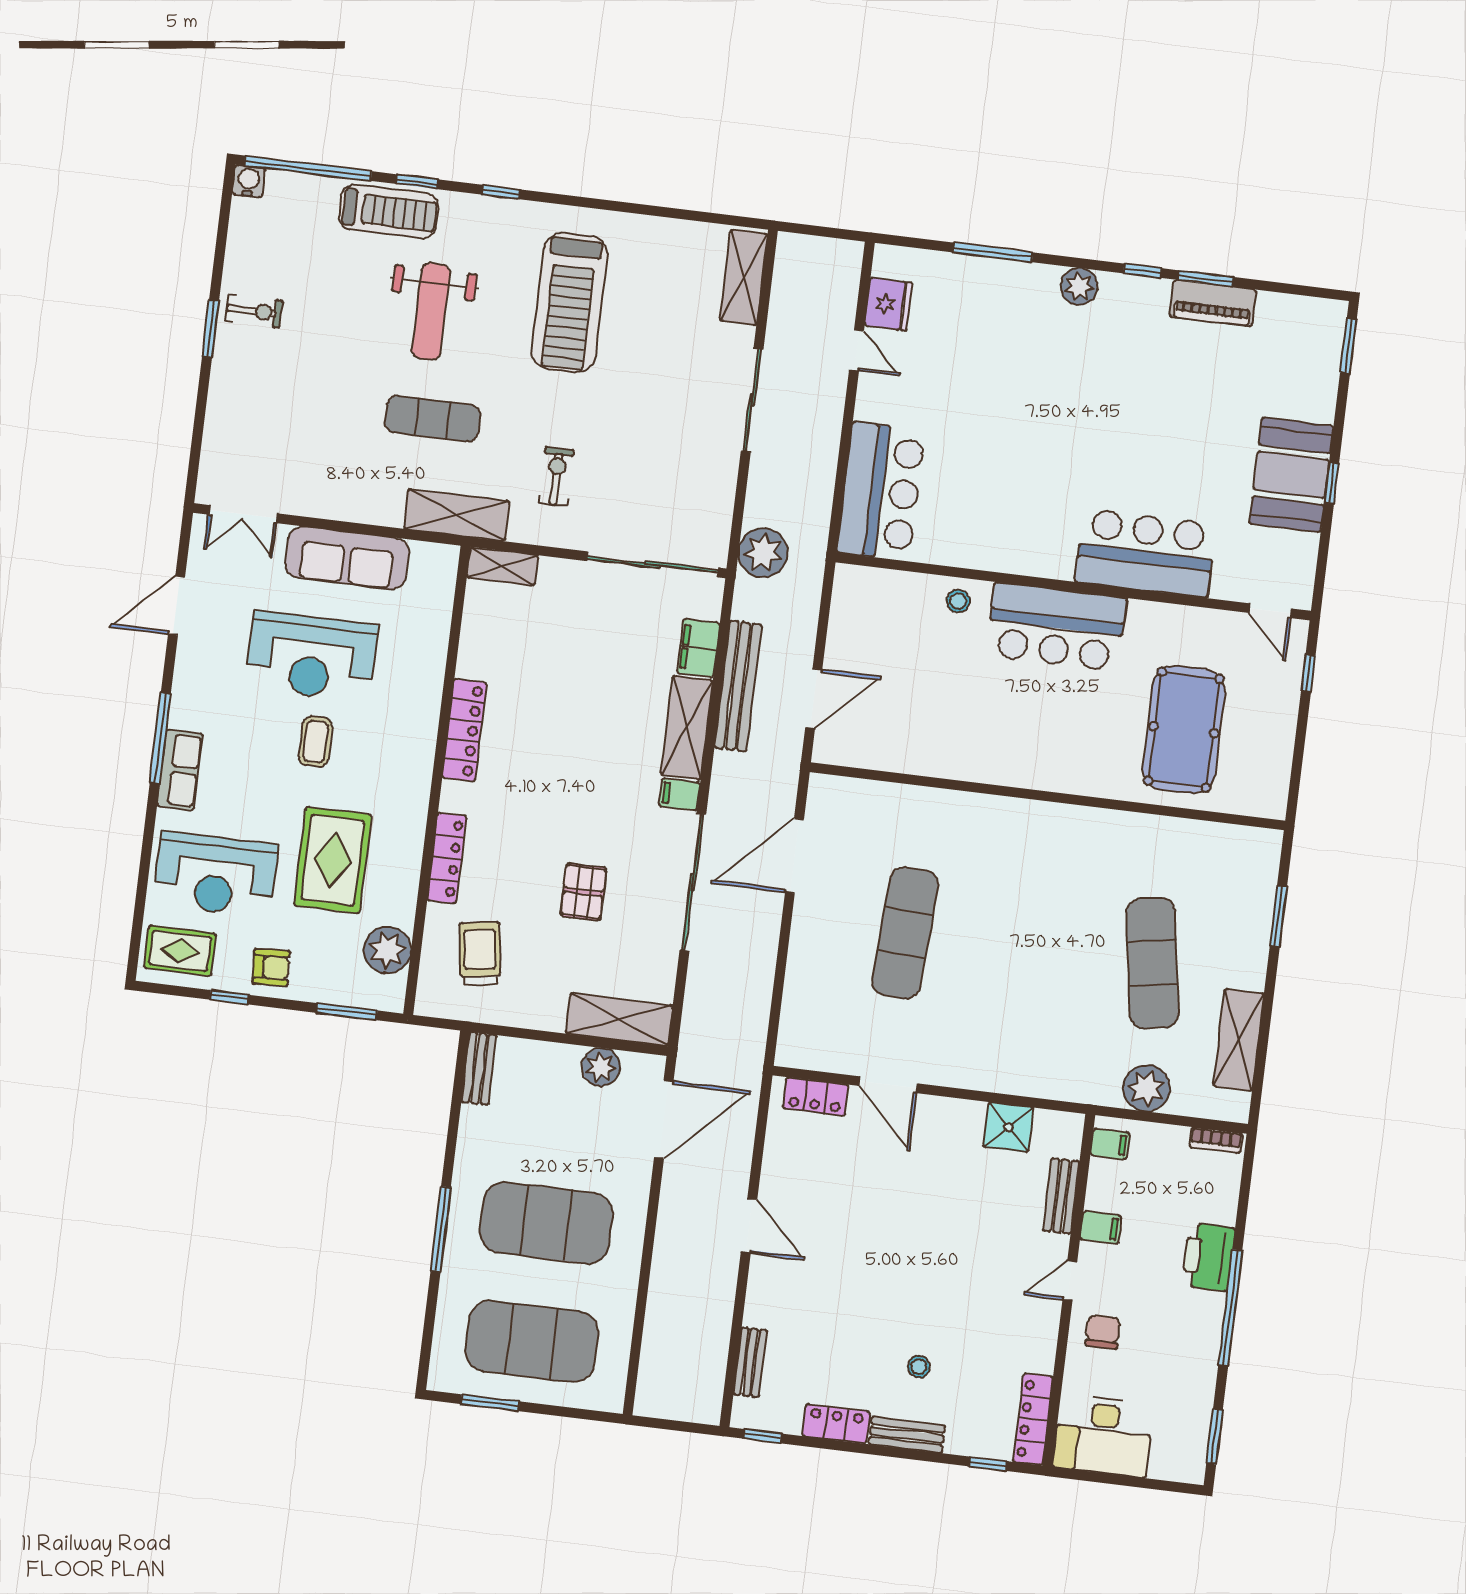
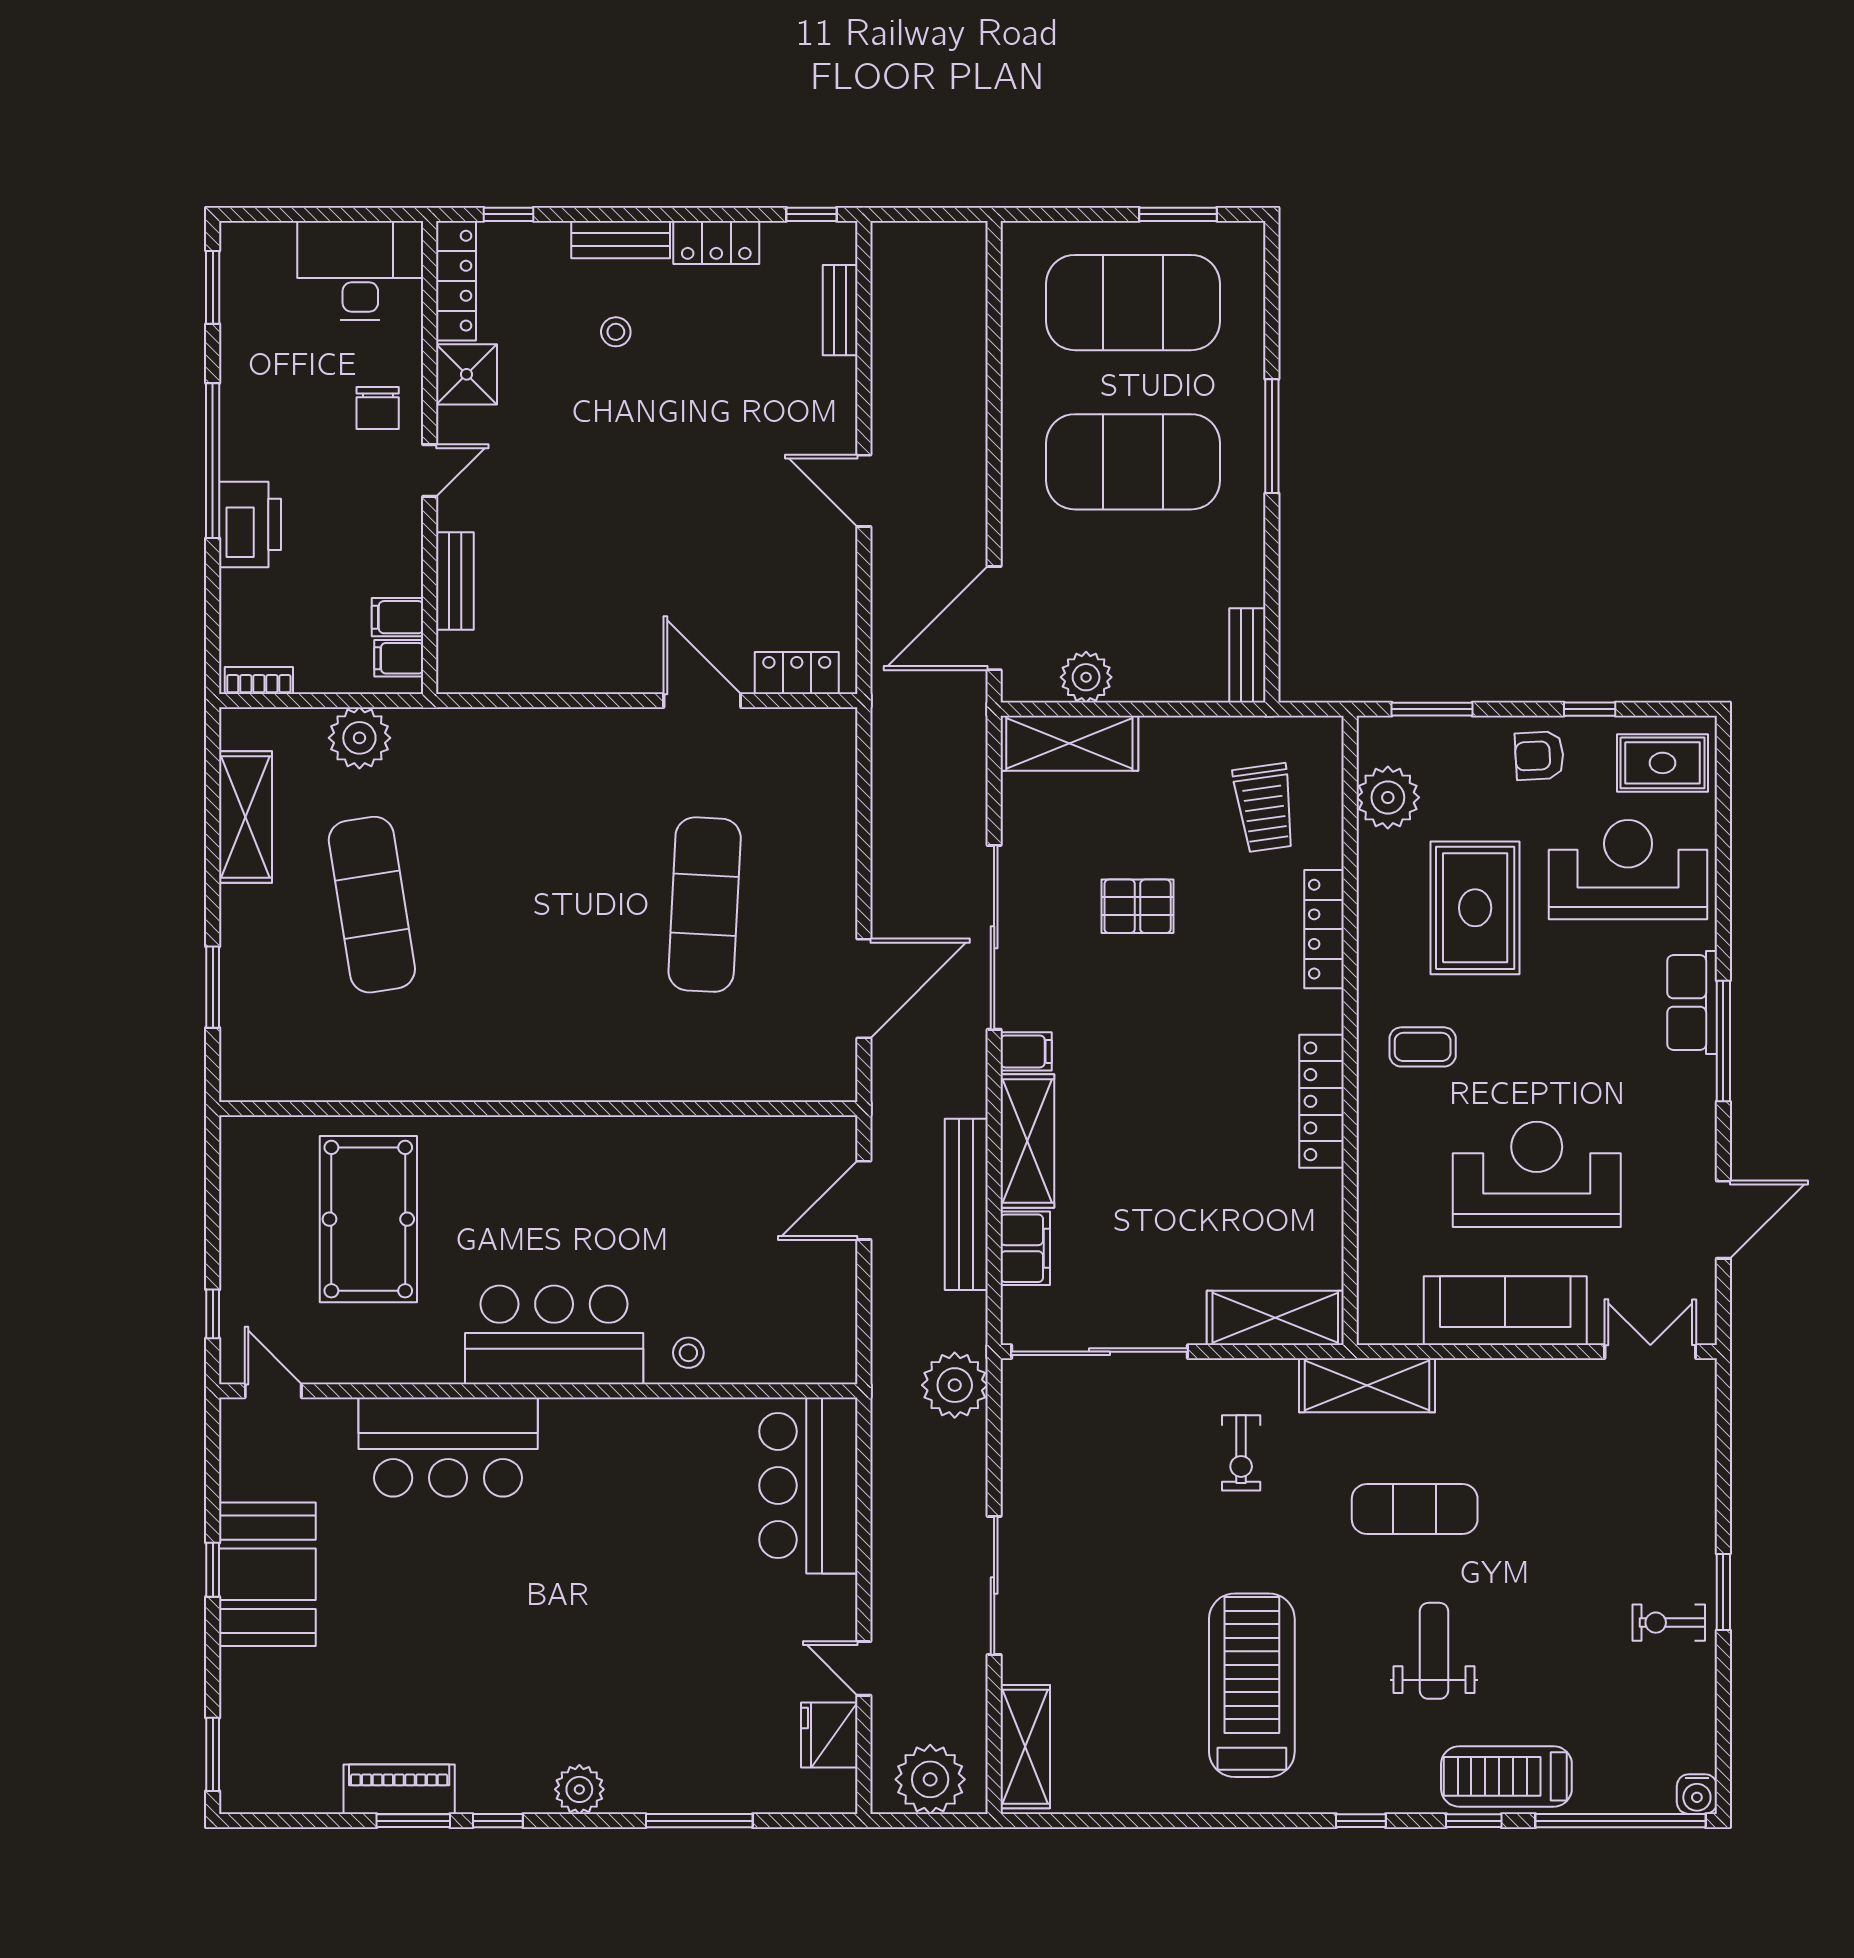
plant: (817, 262) -> (930, 1779), added
weight bench: (431, 311) -> (1434, 1651), width x0.73, depth x0.75
shelving: (502, 566) -> (1275, 1318), width x1.50, depth x1.33
coffee table: (315, 742) -> (1423, 1047), moved, turned 90
pallet: (583, 892) -> (1138, 906), turned 90
shower: (1008, 1127) -> (467, 374), moved
filing cabinet: (1101, 1228) -> (398, 617), moved

